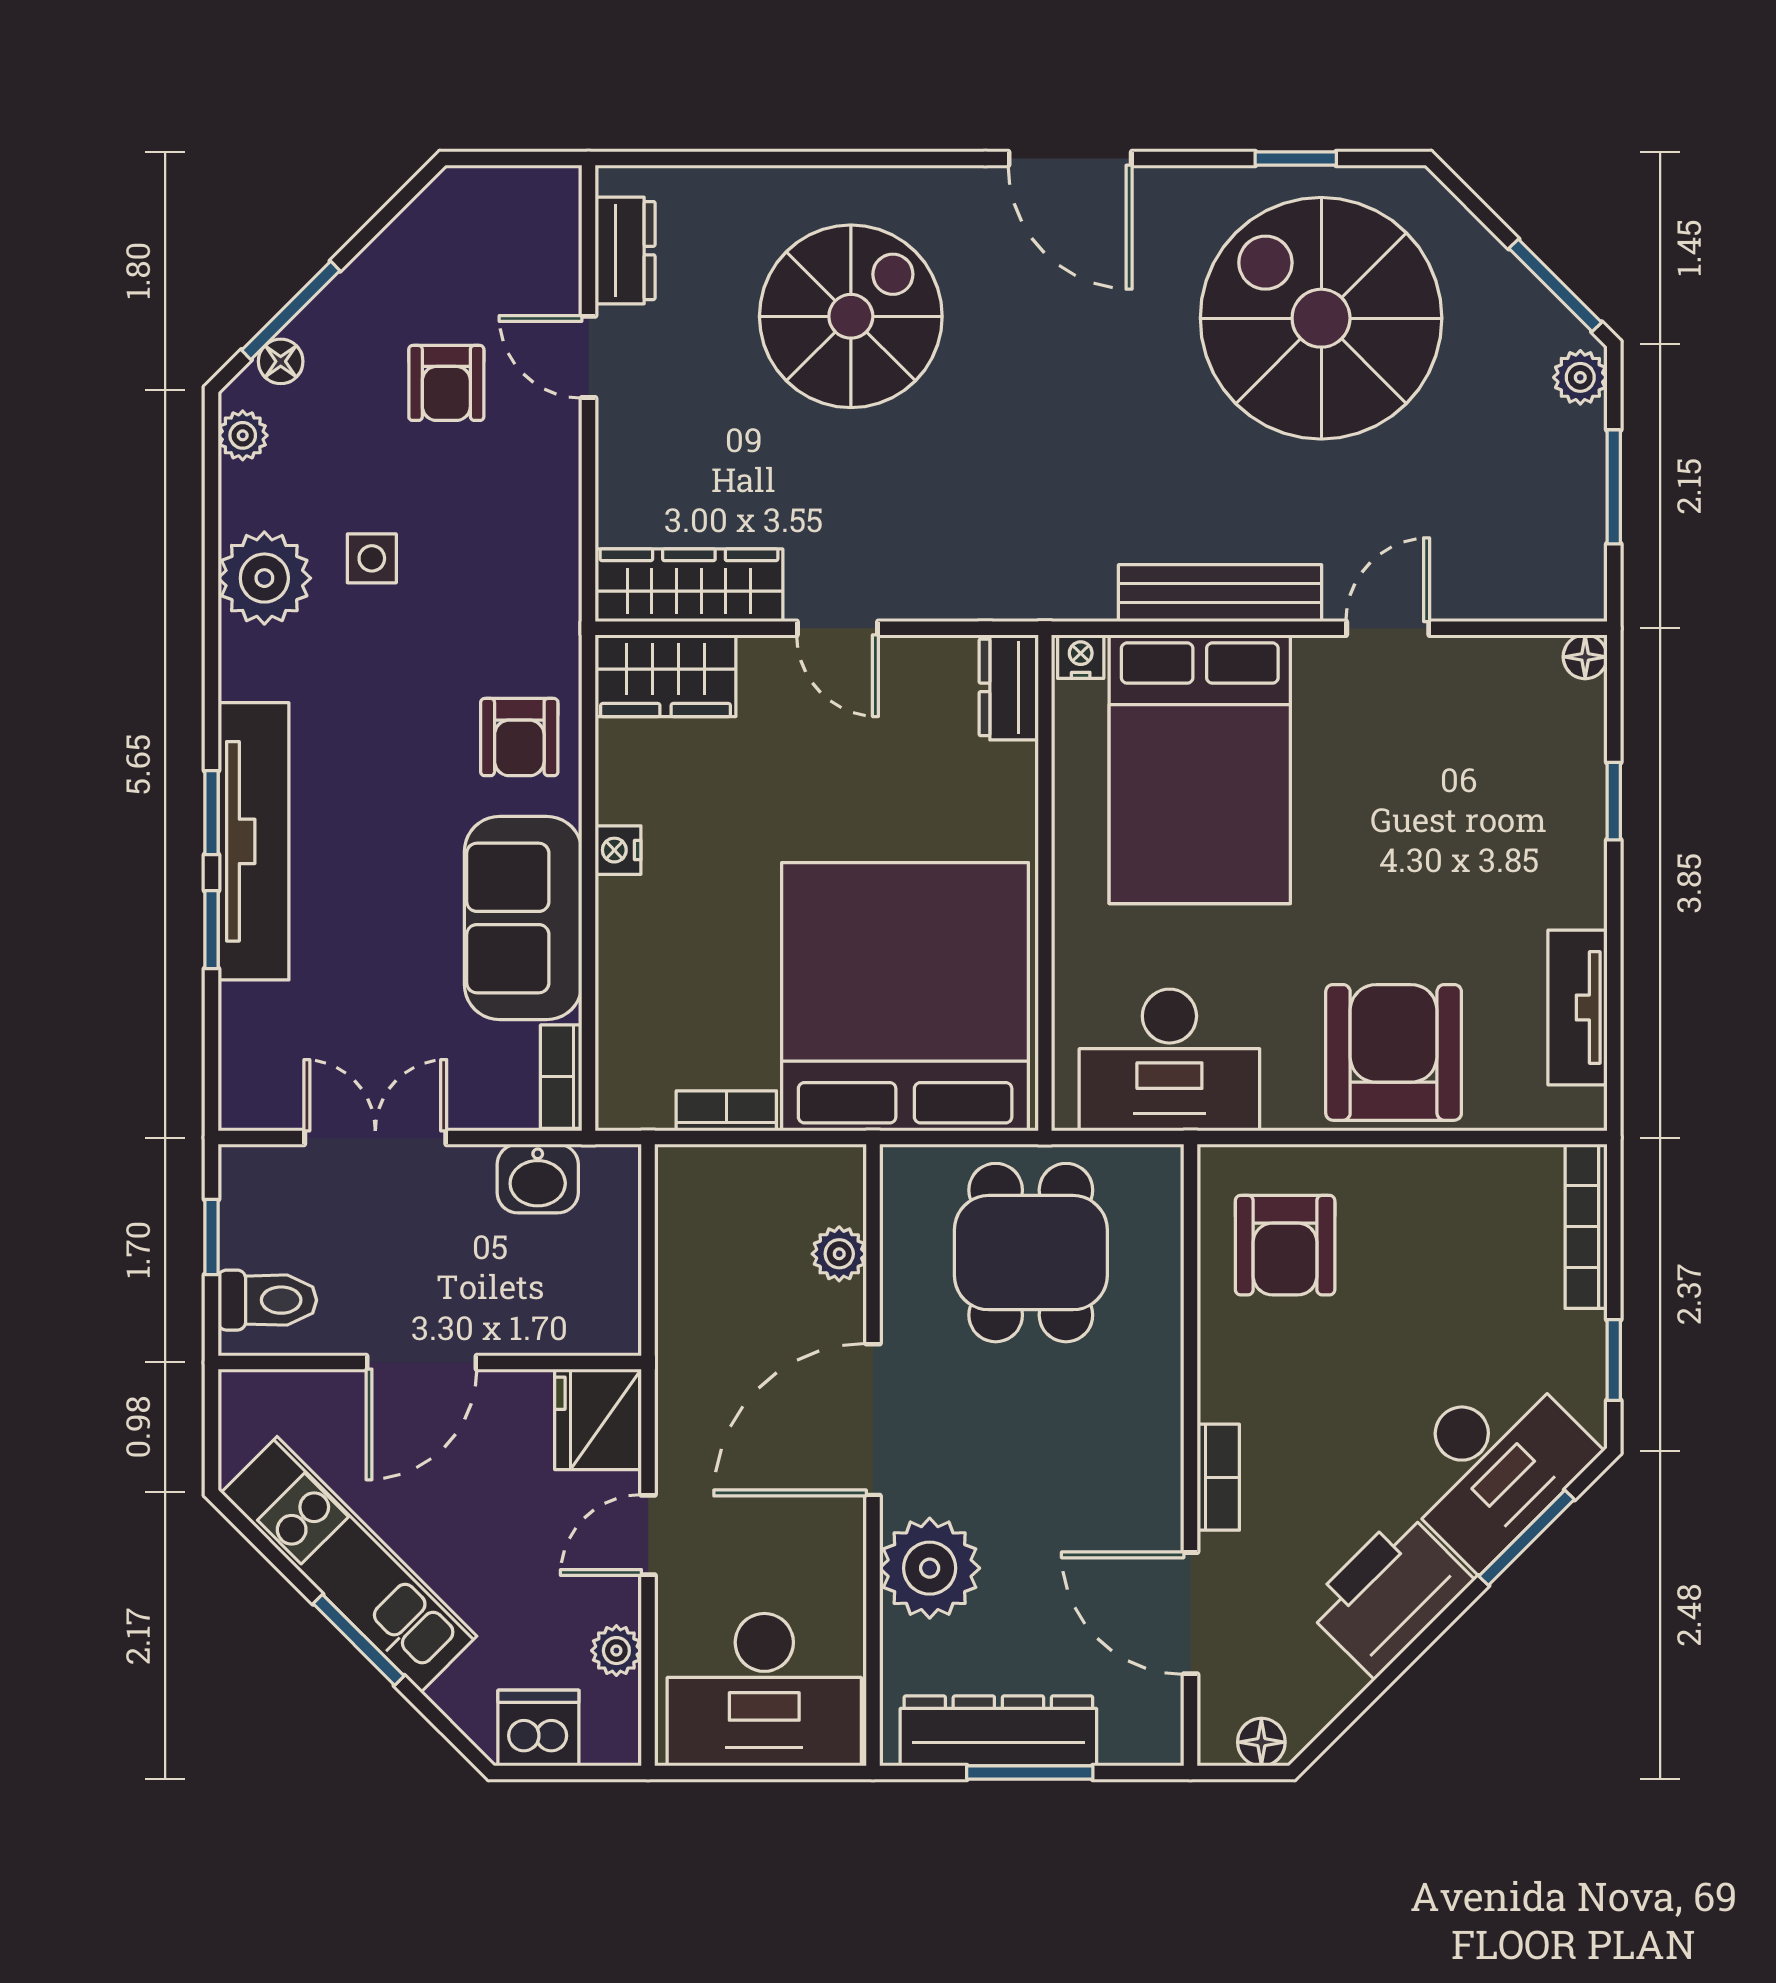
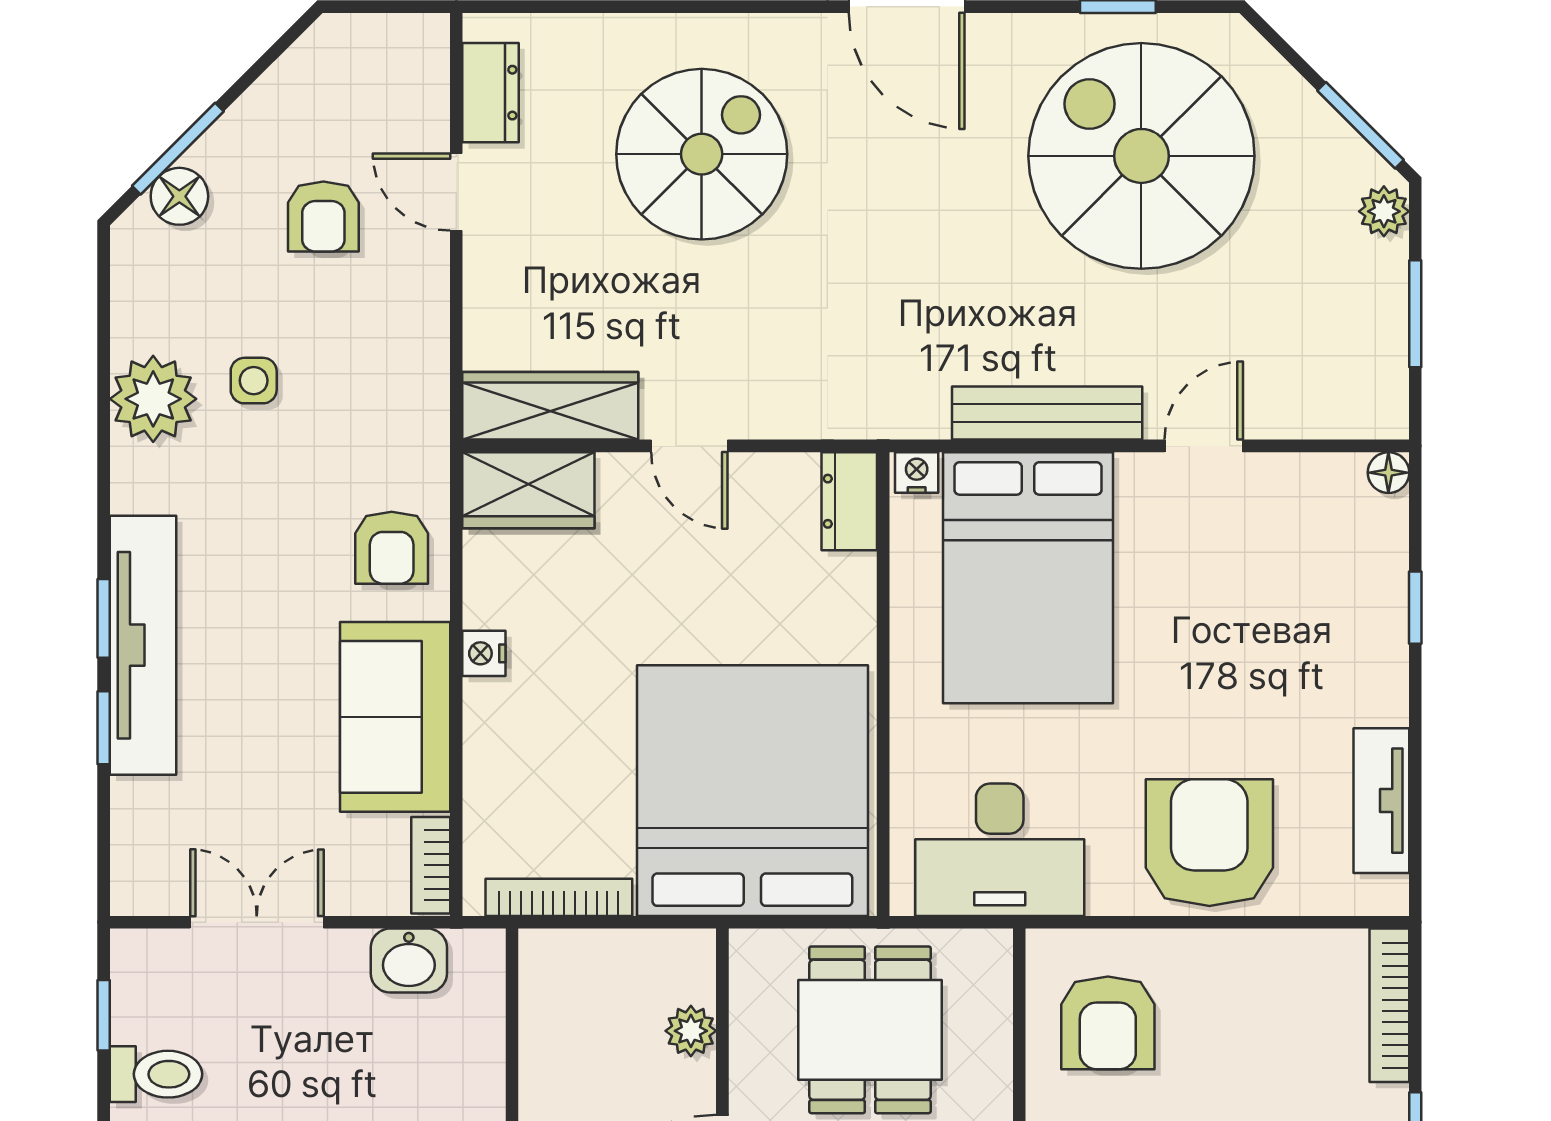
floor lamp: (281, 361) -> (179, 196), width x1.37, depth x1.37
plant: (243, 435) -> (133, 266), removed
bookcase: (726, 1111) -> (559, 897), width x1.56

